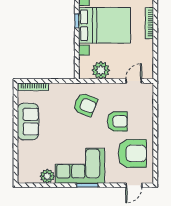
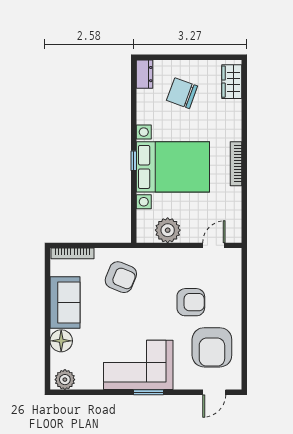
armchair: (85, 105) -> (121, 277), moved
floor lamp: (25, 149) -> (61, 341), added
armchair: (132, 153) -> (212, 347), turned 90
plant: (47, 176) -> (65, 380), moved

